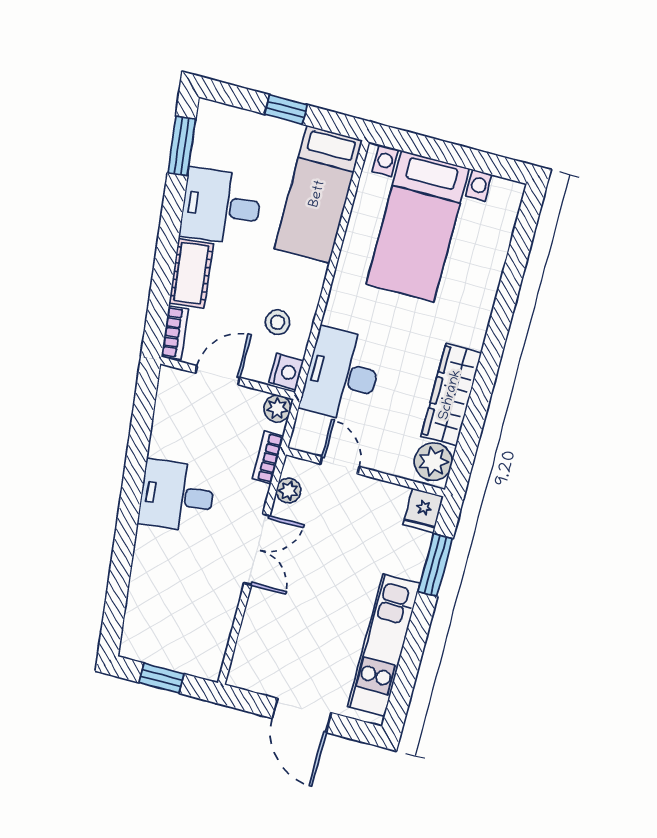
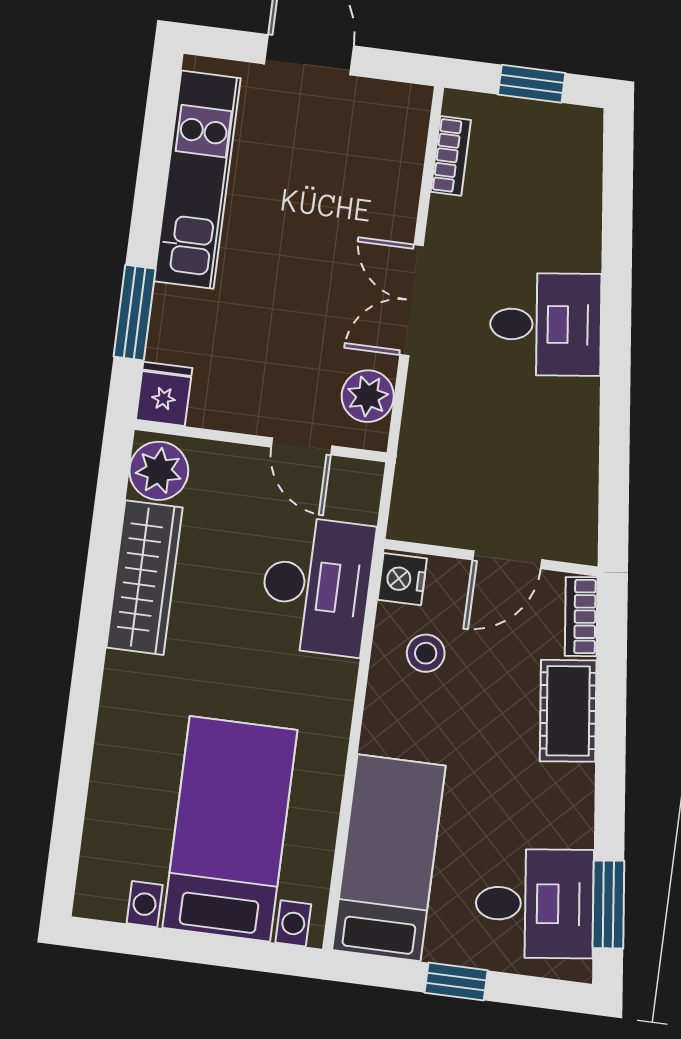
desk: (221, 206) -> (535, 904), moved
plant: (277, 408) -> (409, 521), removed
bookcase: (268, 457) -> (451, 156), moved
plant: (289, 491) -> (368, 396), width x1.38, depth x1.38
desk: (177, 496) -> (546, 324), moved

